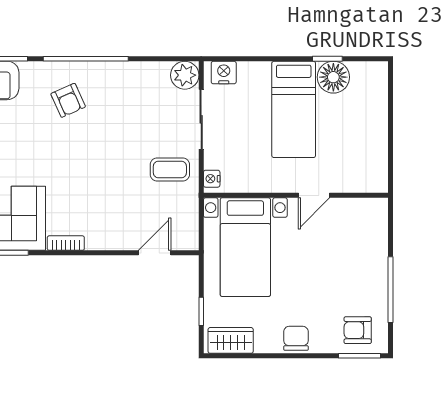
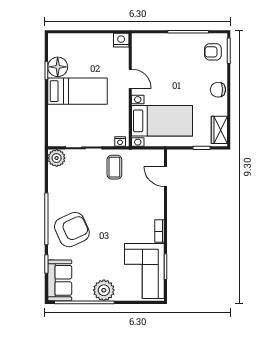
nightstand: (224, 73) -> (121, 40), moved, turned 90
armchair: (68, 100) -> (72, 230), width x1.88, depth x1.88
armchair: (358, 330) -> (213, 52), turned 90

